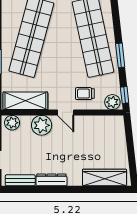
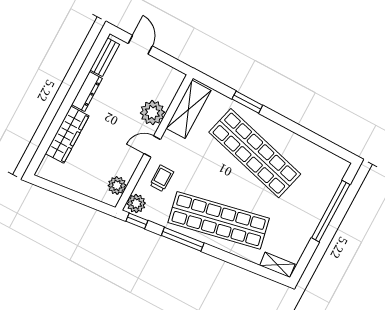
window: (120, 55) -> (183, 239), width x1.44
plant: (12, 123) -> (117, 185), moved
wardrobe: (104, 177) -> (67, 135), moved

